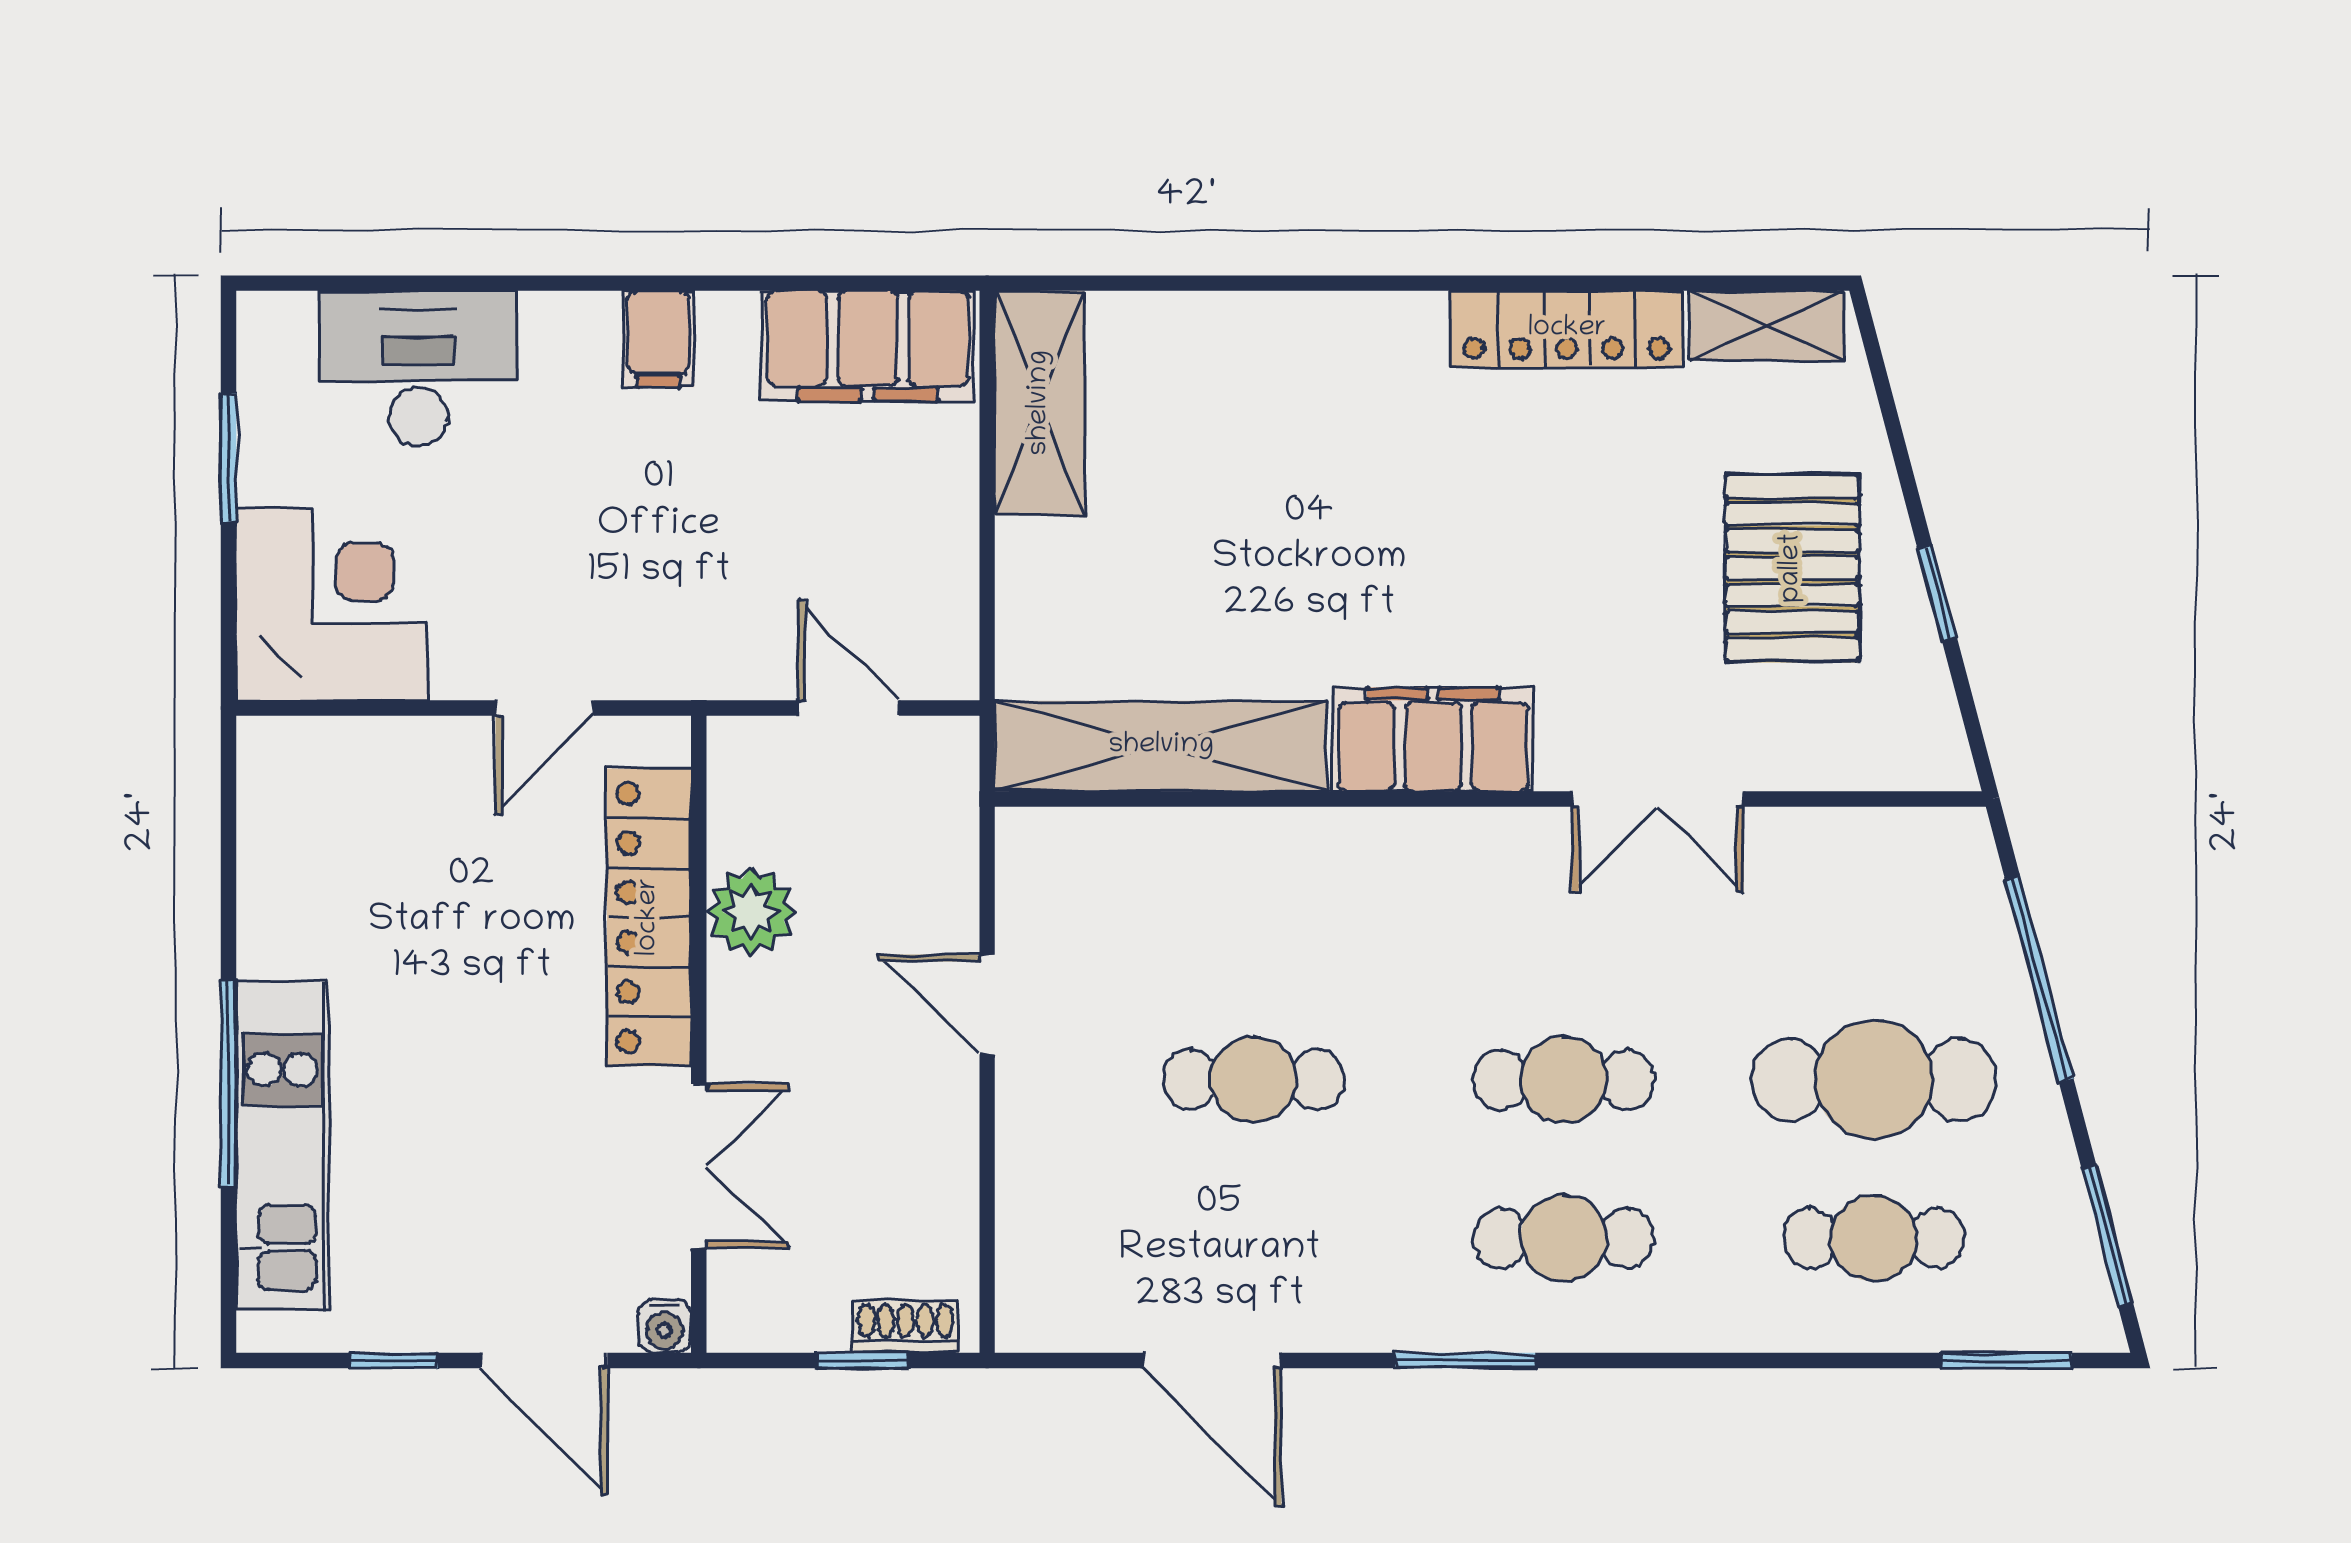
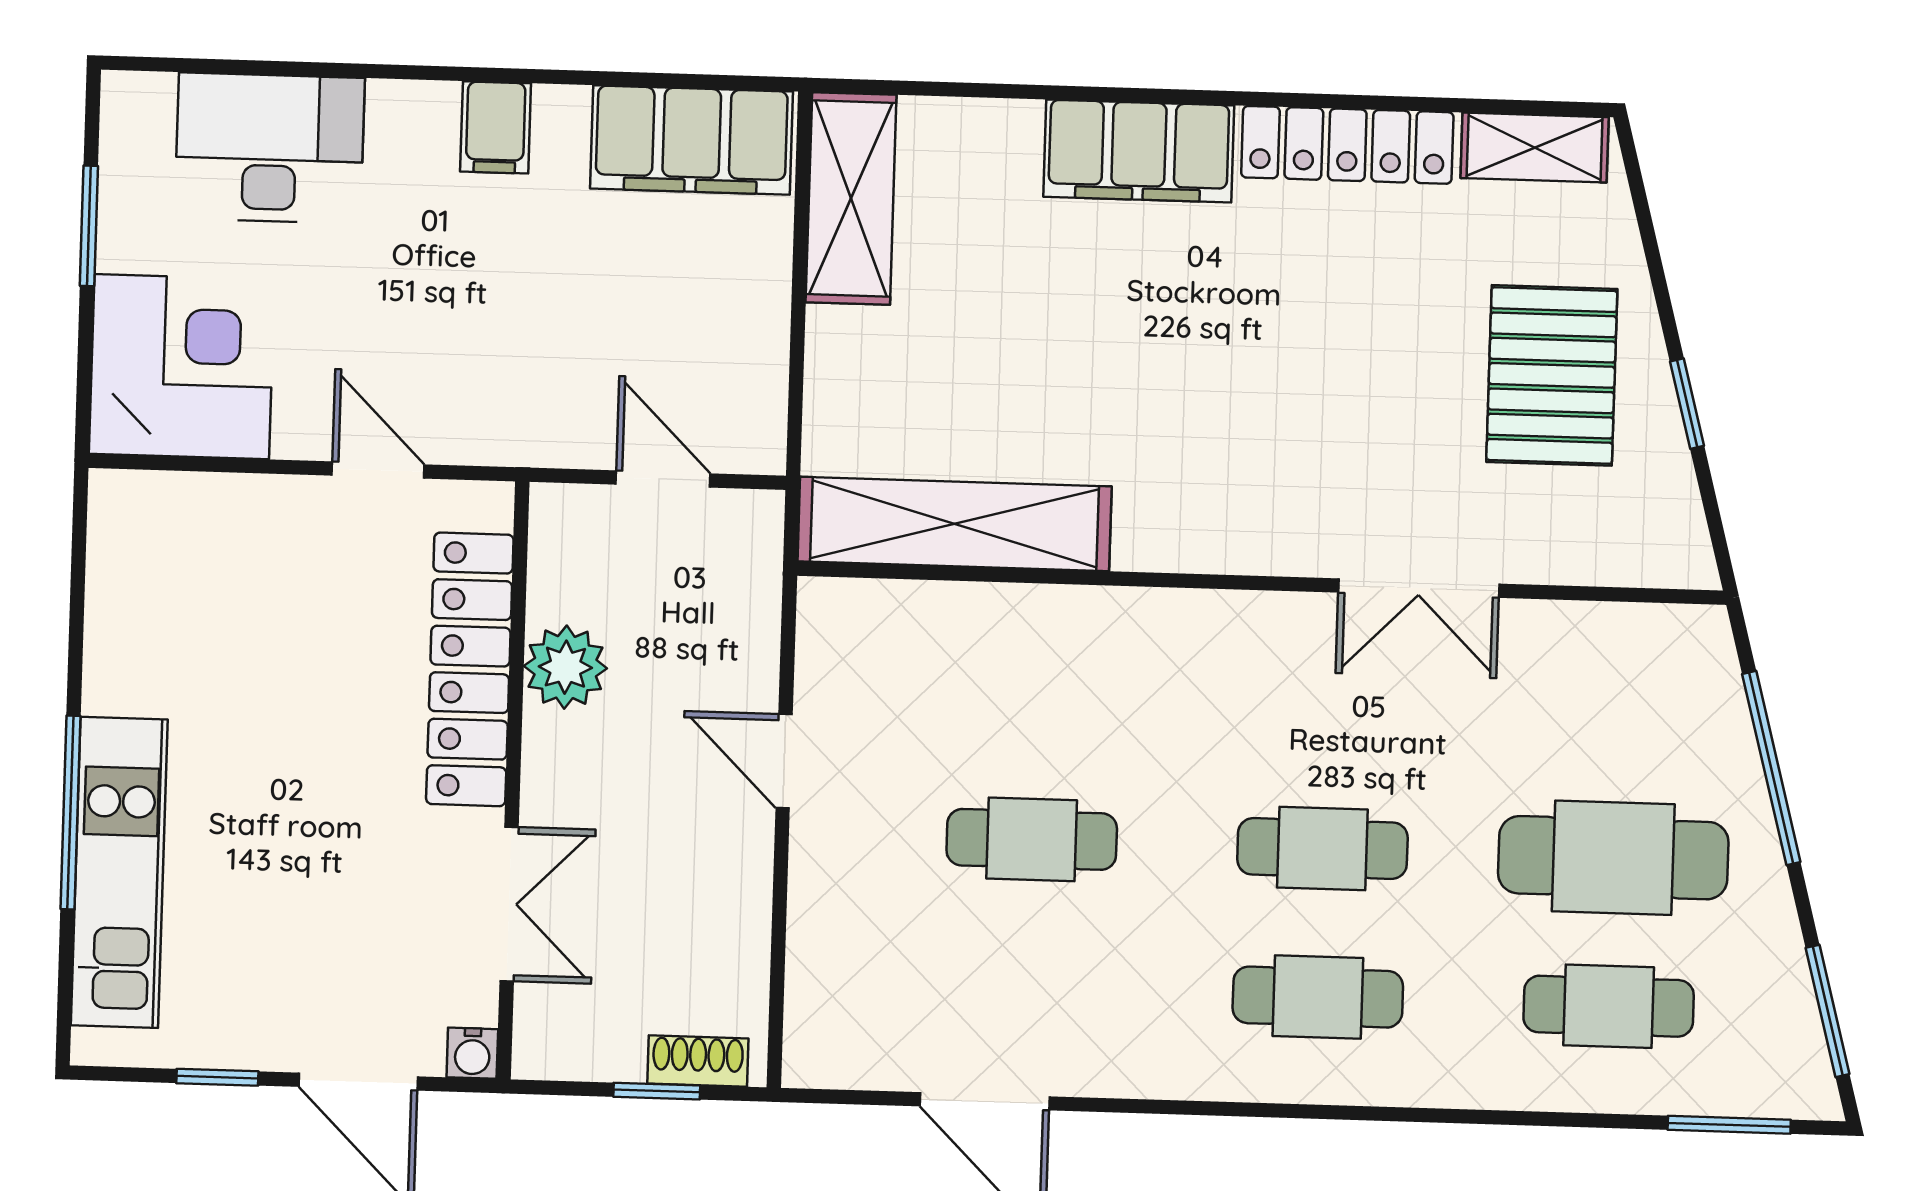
door: (545, 708) -> (378, 470), swing flipped
filing cabinet: (1433, 740) -> (1139, 151), moved, turned 180
window: (1465, 1360) -> (1222, 1109), removed

